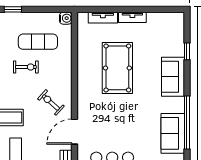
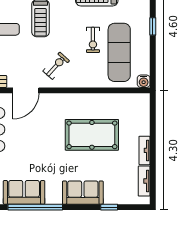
tv unit: (103, 18) -> (144, 181), moved
exercise mat: (38, 42) -> (119, 52), width x1.36, depth x1.45
door: (74, 132) -> (26, 90), swing flipped

